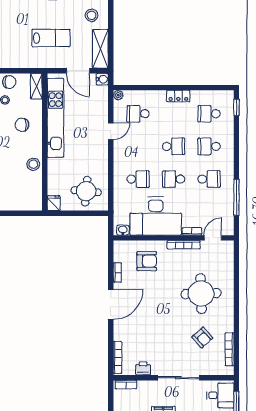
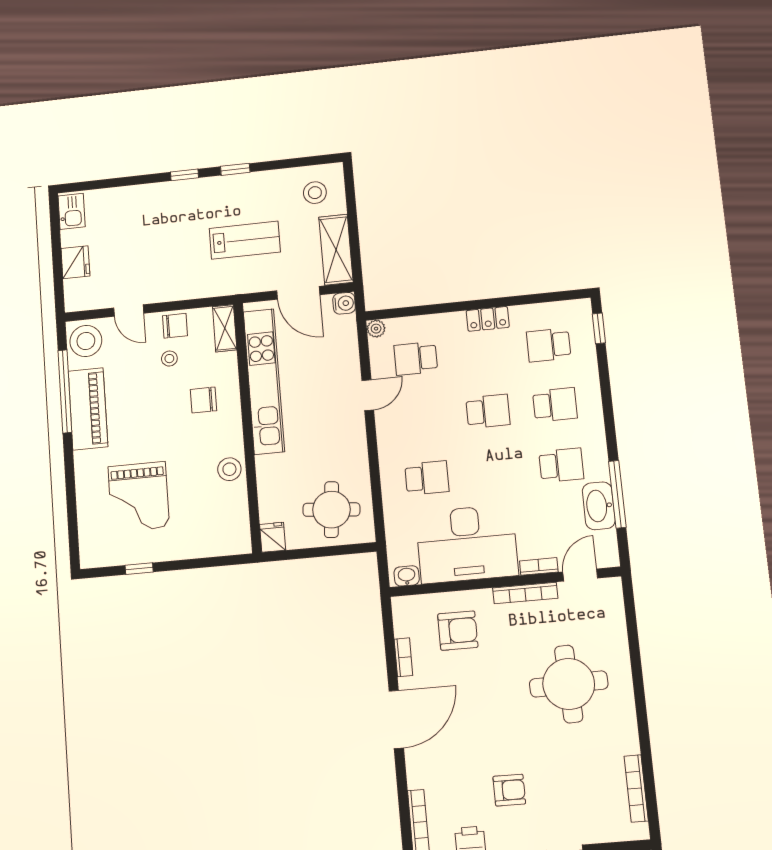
school desk: (209, 146) -> (555, 405), turned 180
school desk: (174, 179) -> (494, 472), removed
washbasin: (226, 202) -> (599, 506), added
armchair: (202, 338) -> (509, 790), moved, turned -48

